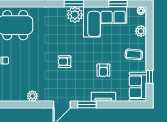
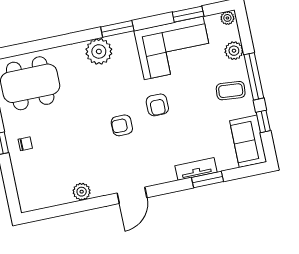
plant: (75, 15) -> (99, 51), moved
window: (149, 49) -> (254, 76), added
armchair: (103, 70) -> (157, 105), moved
window: (87, 105) -> (207, 180), moved

